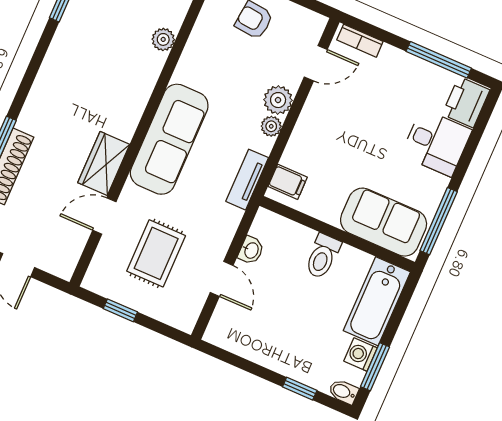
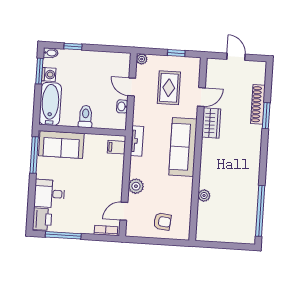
plant: (271, 126) -> (142, 59), moved

